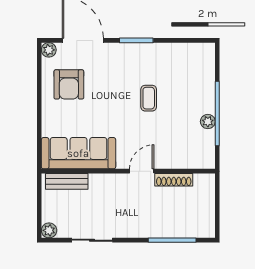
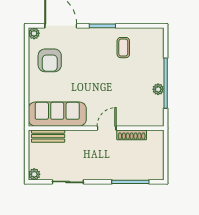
coffee table: (149, 98) -> (123, 48), moved

